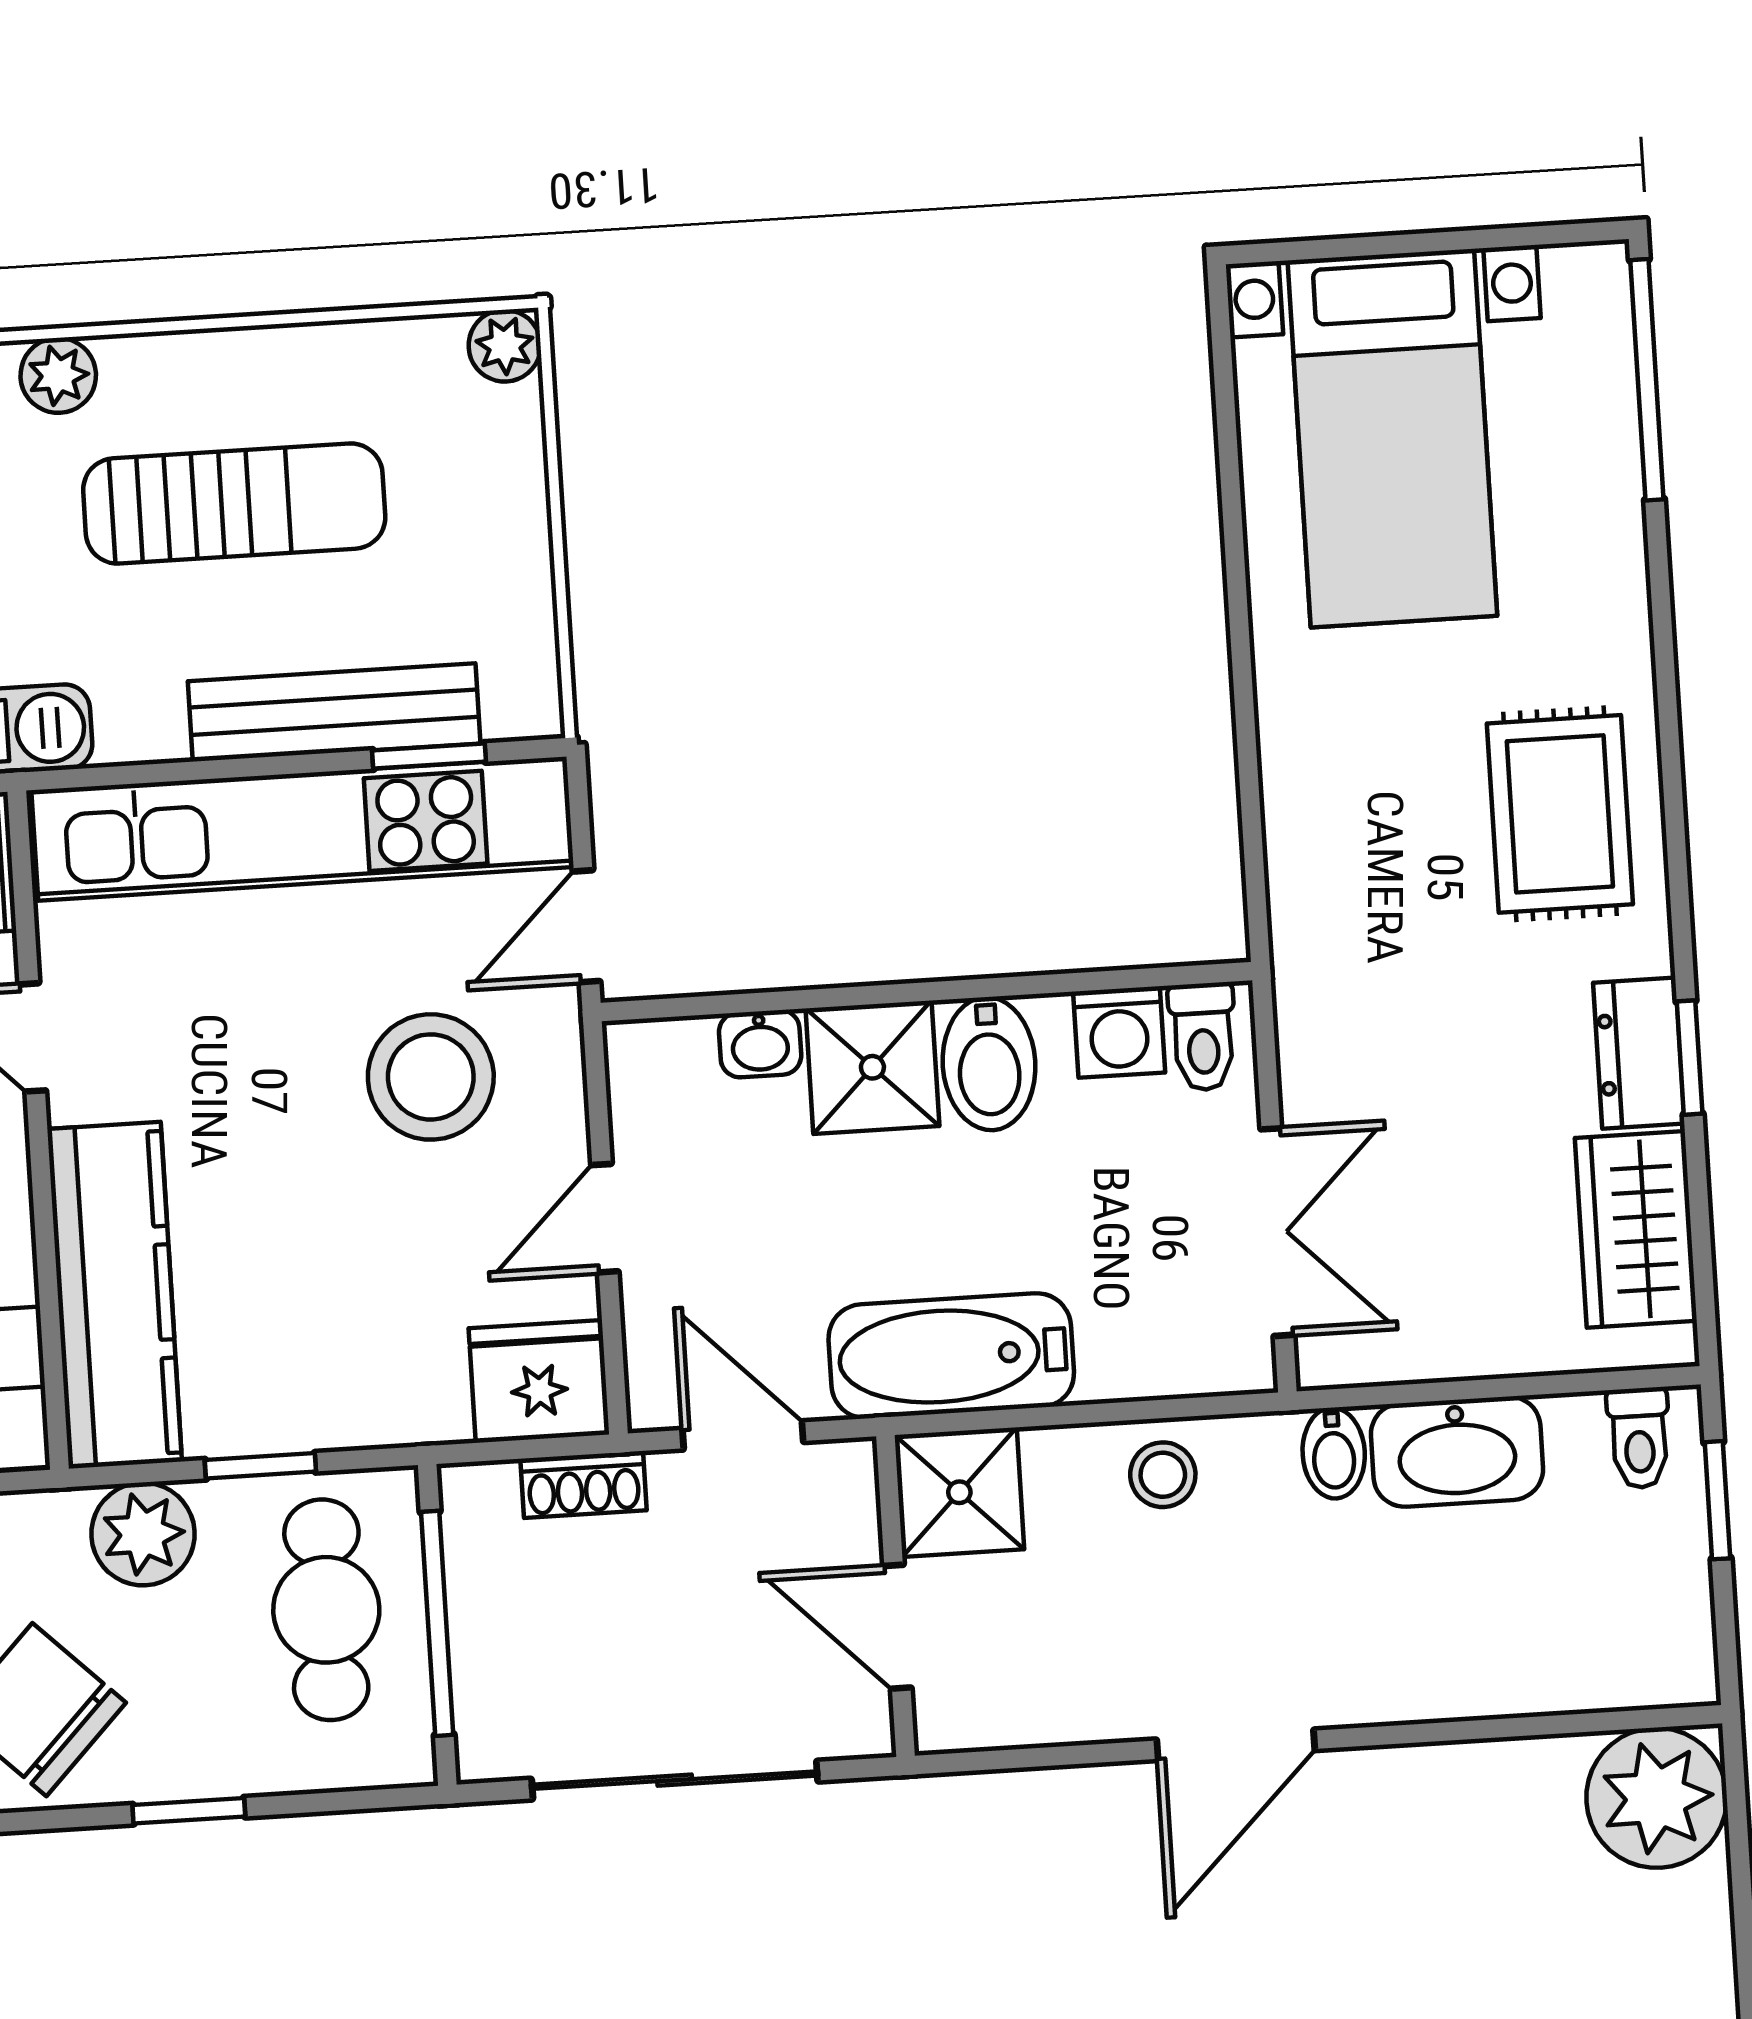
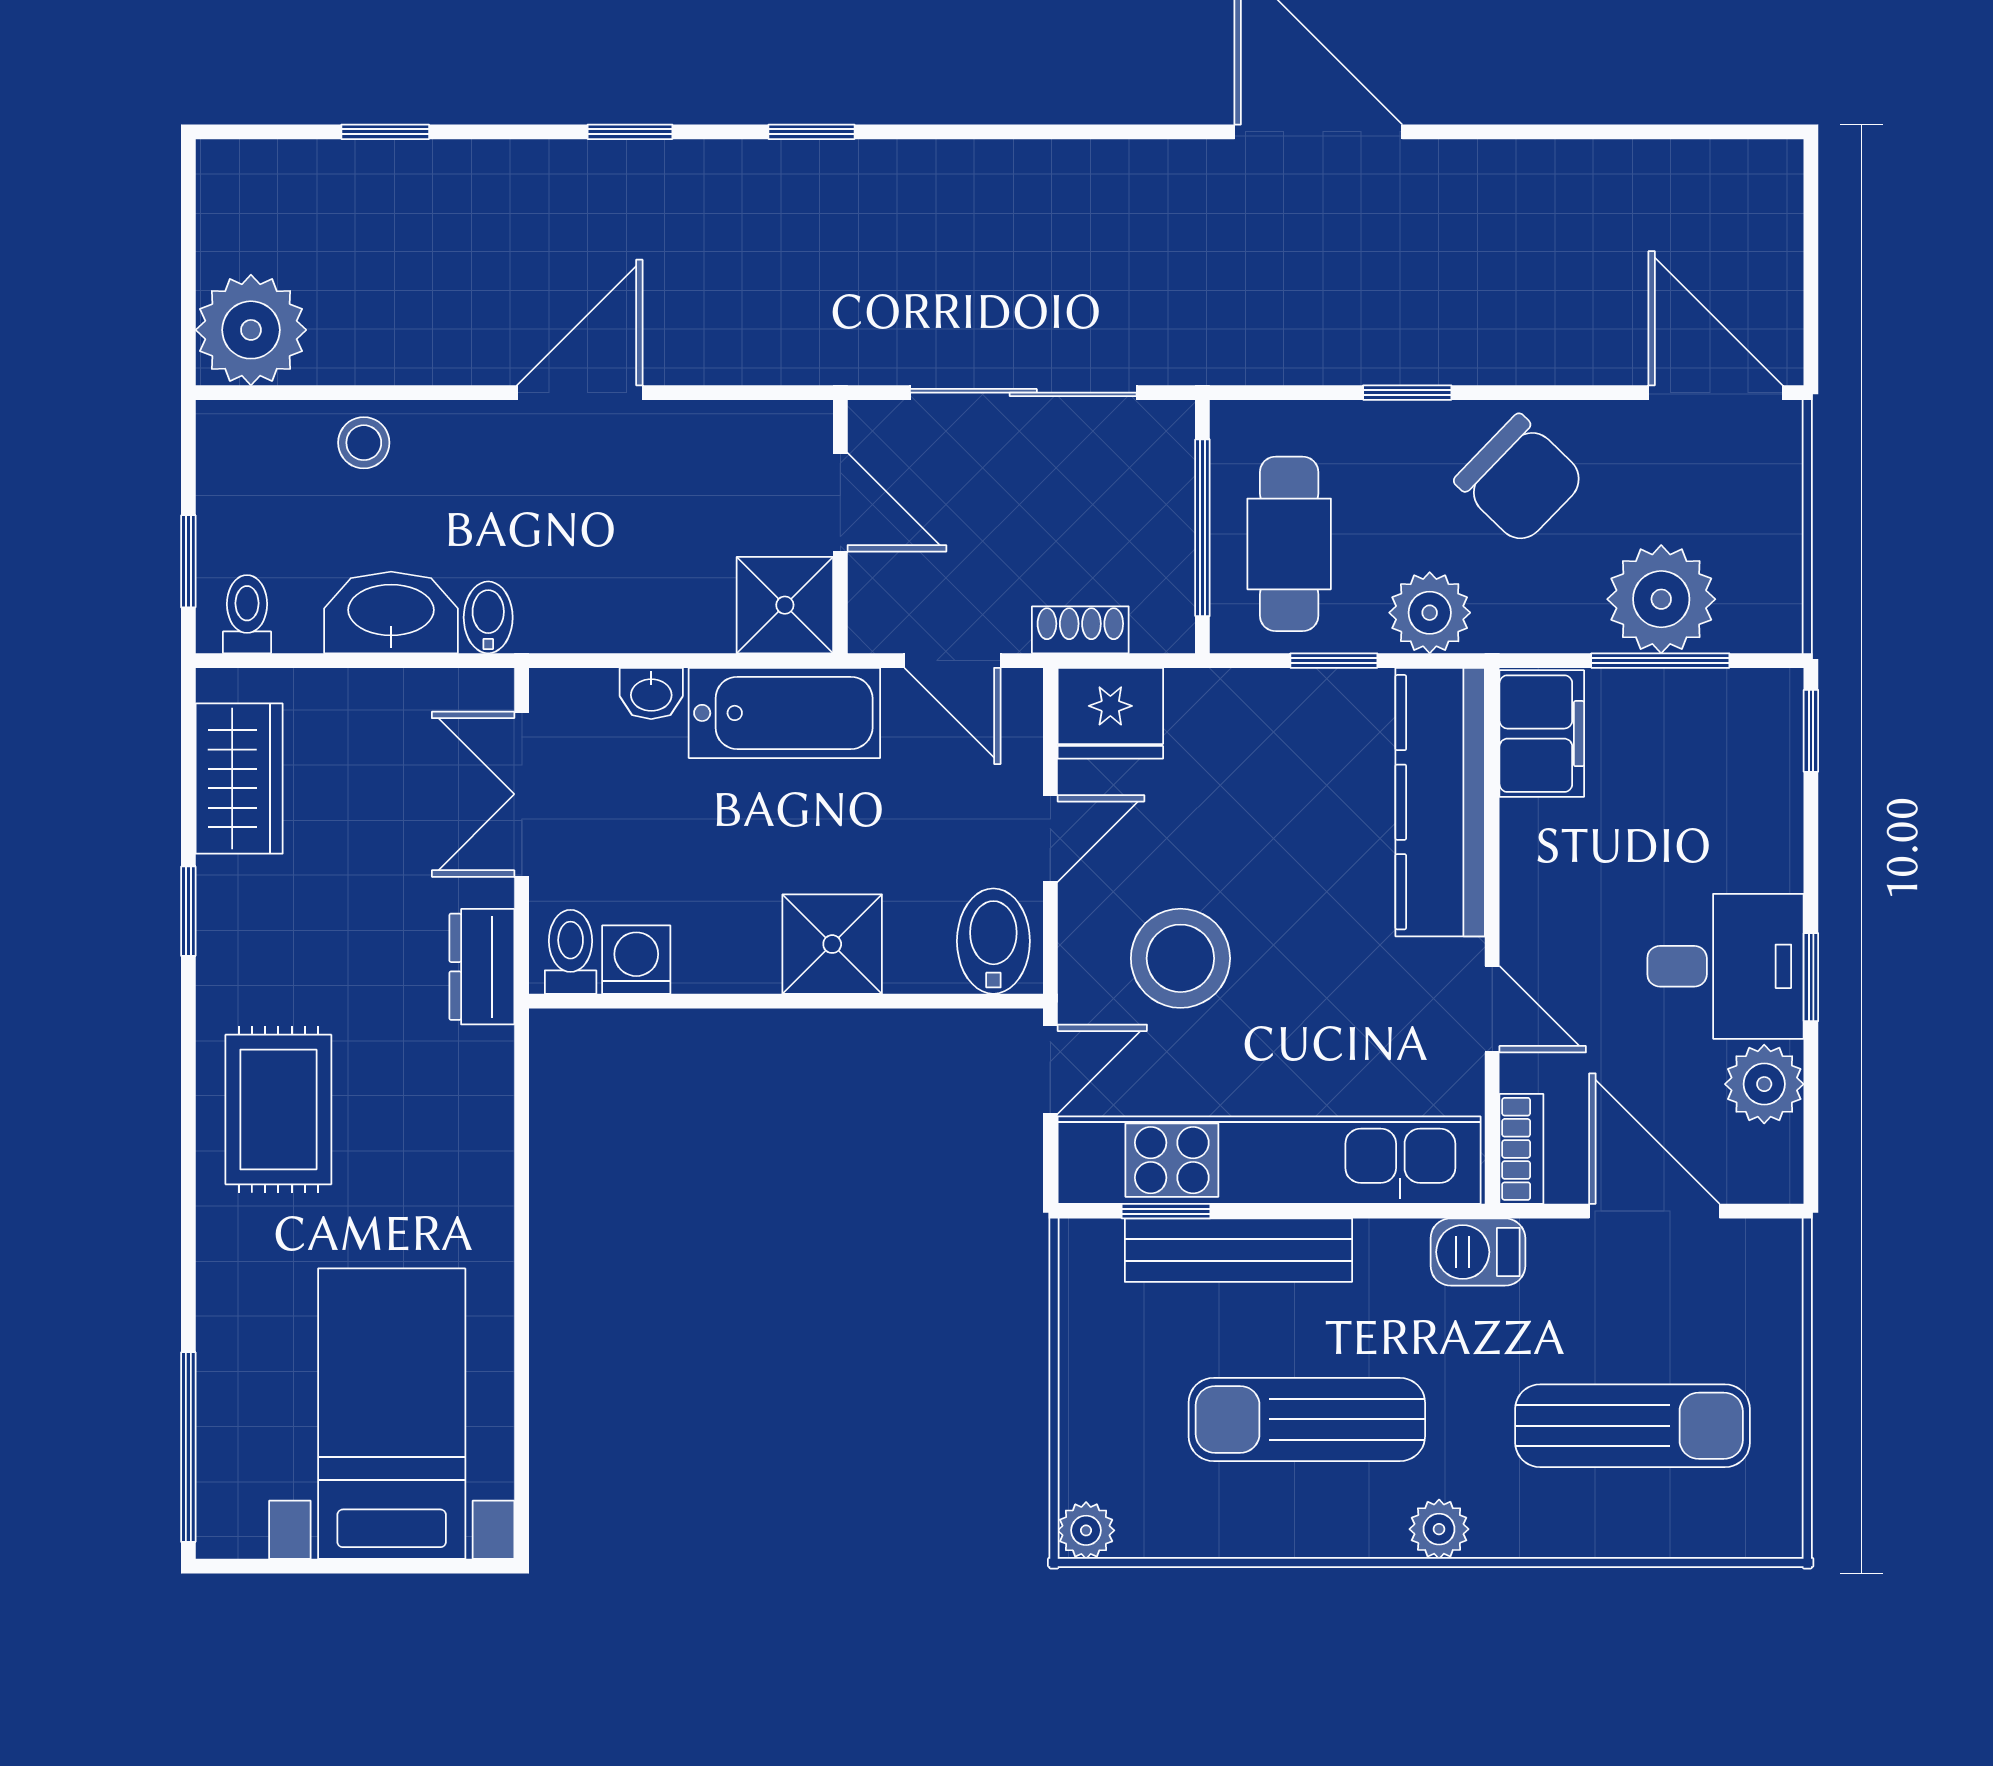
washbasin: (760, 1044) -> (651, 693), moved, turned 180
dresser: (1639, 1053) -> (482, 967), moved, turned 180
bidet: (989, 1064) -> (993, 941), moved
stool: (1163, 1475) -> (364, 443), moved

